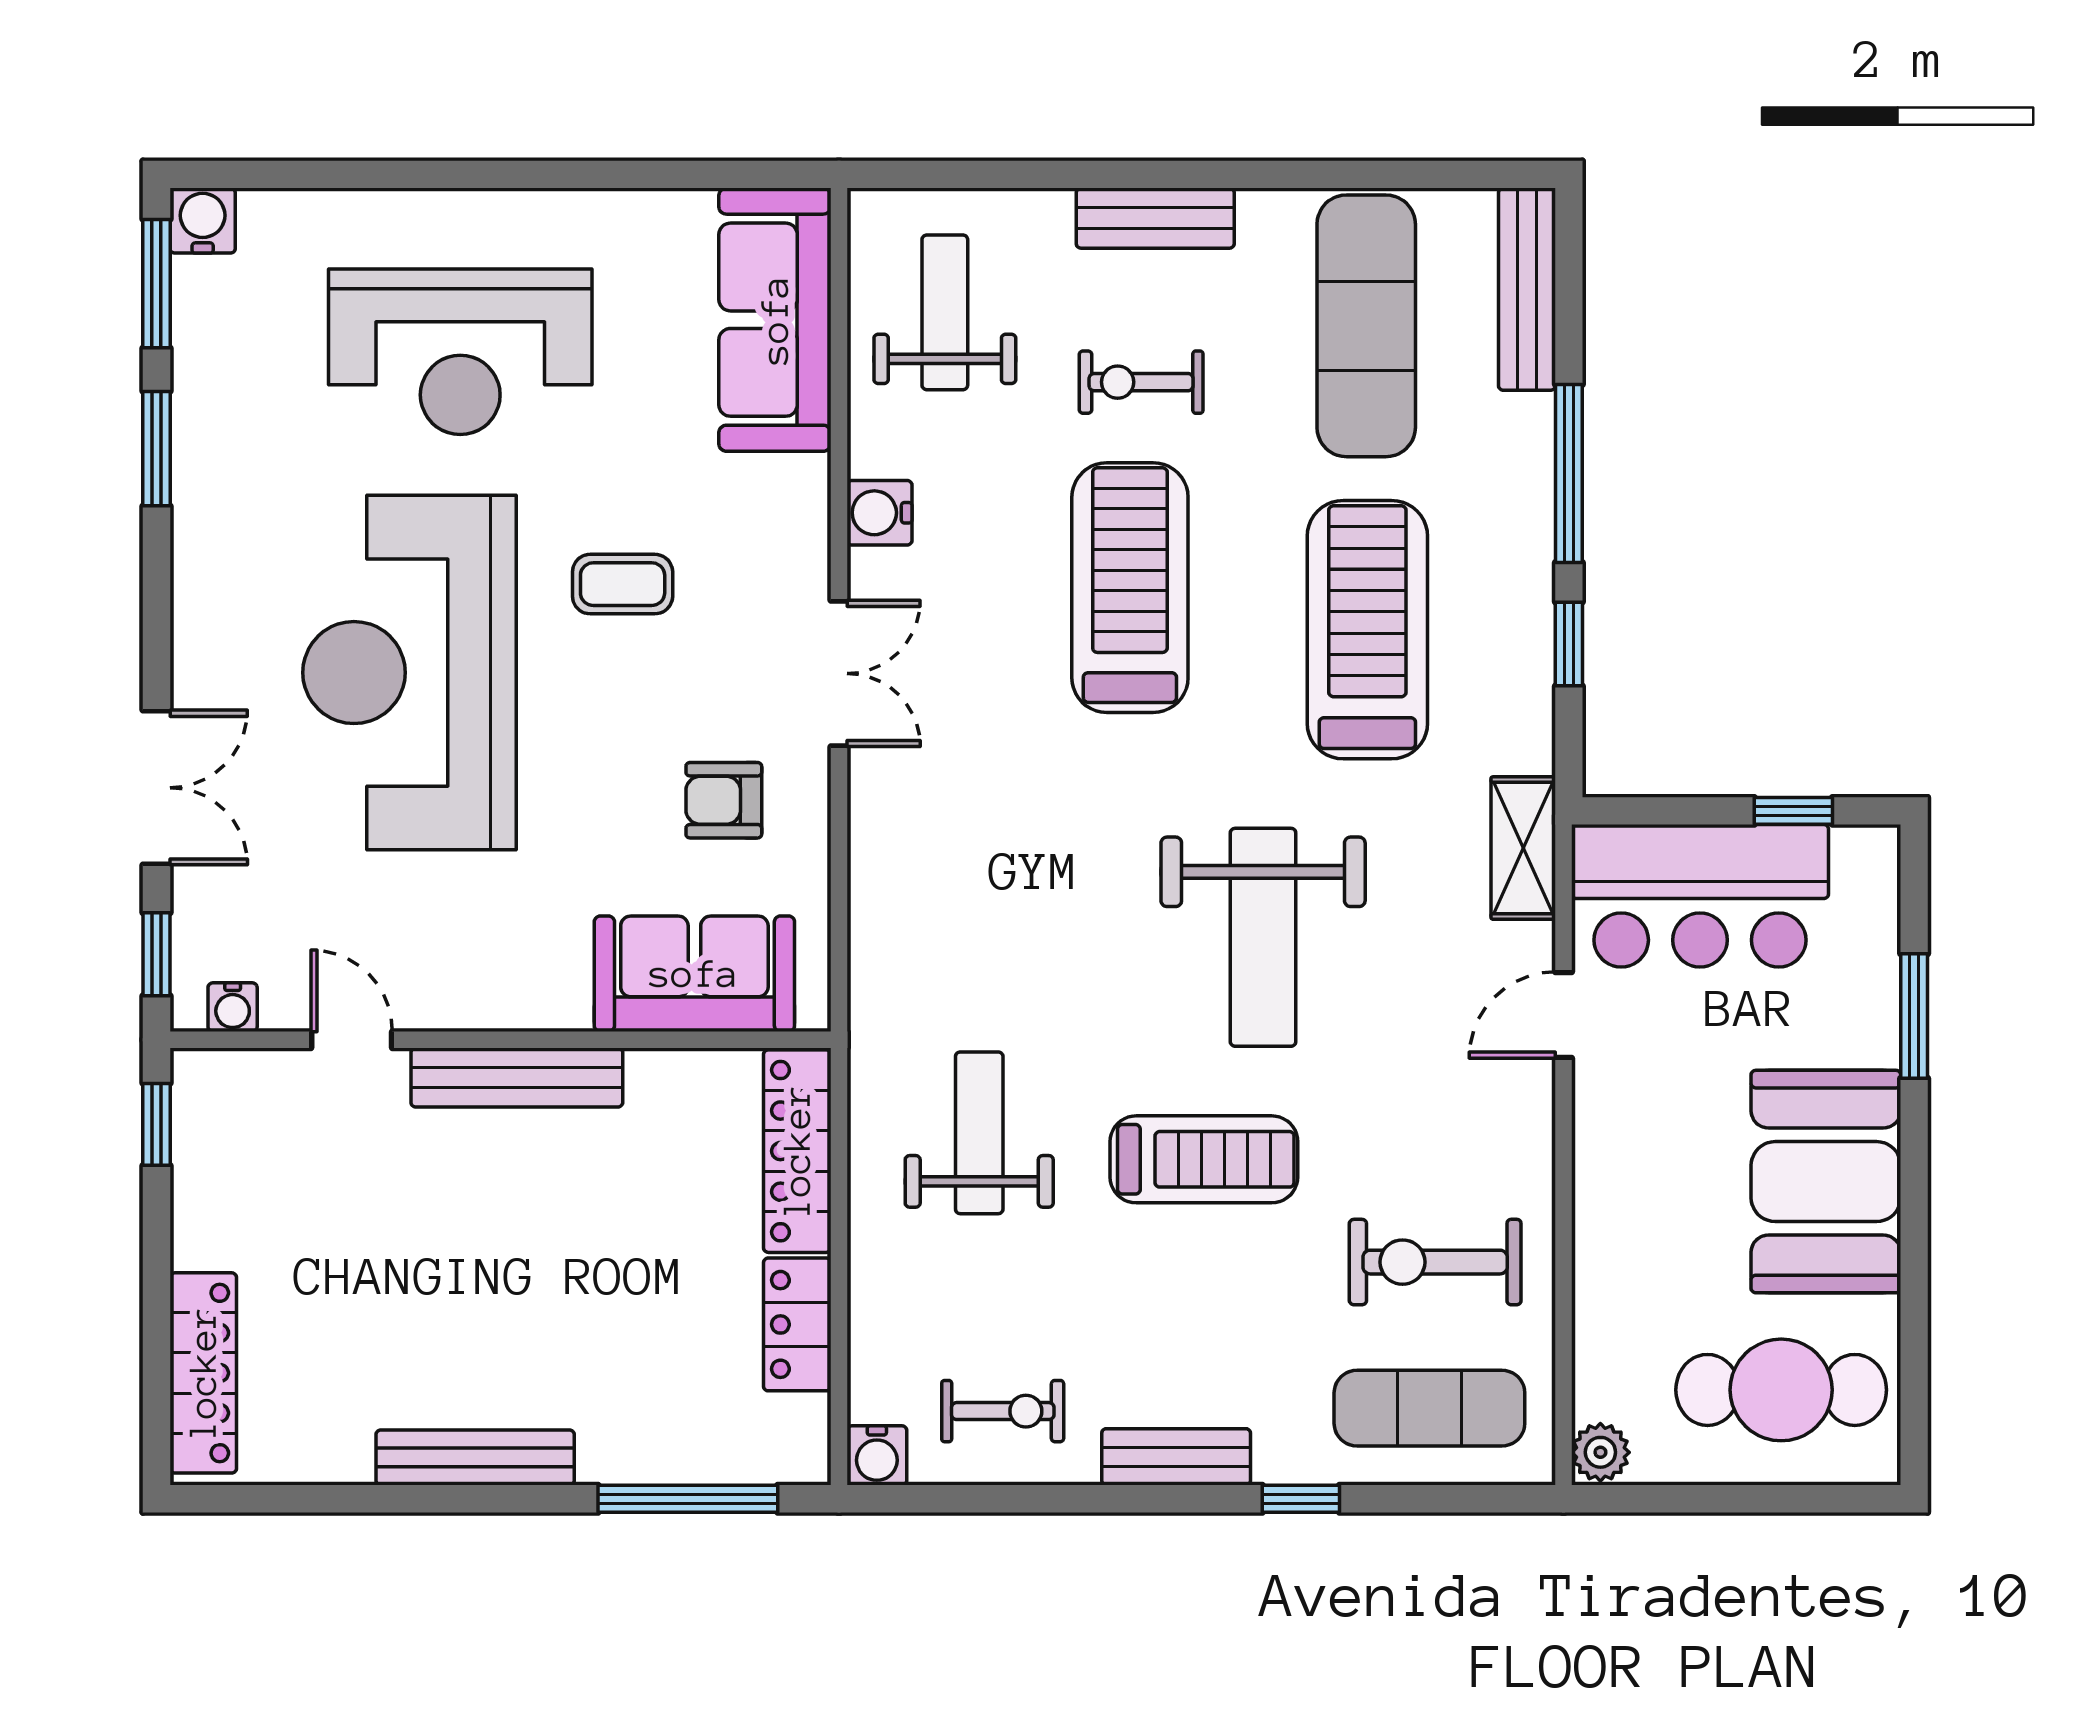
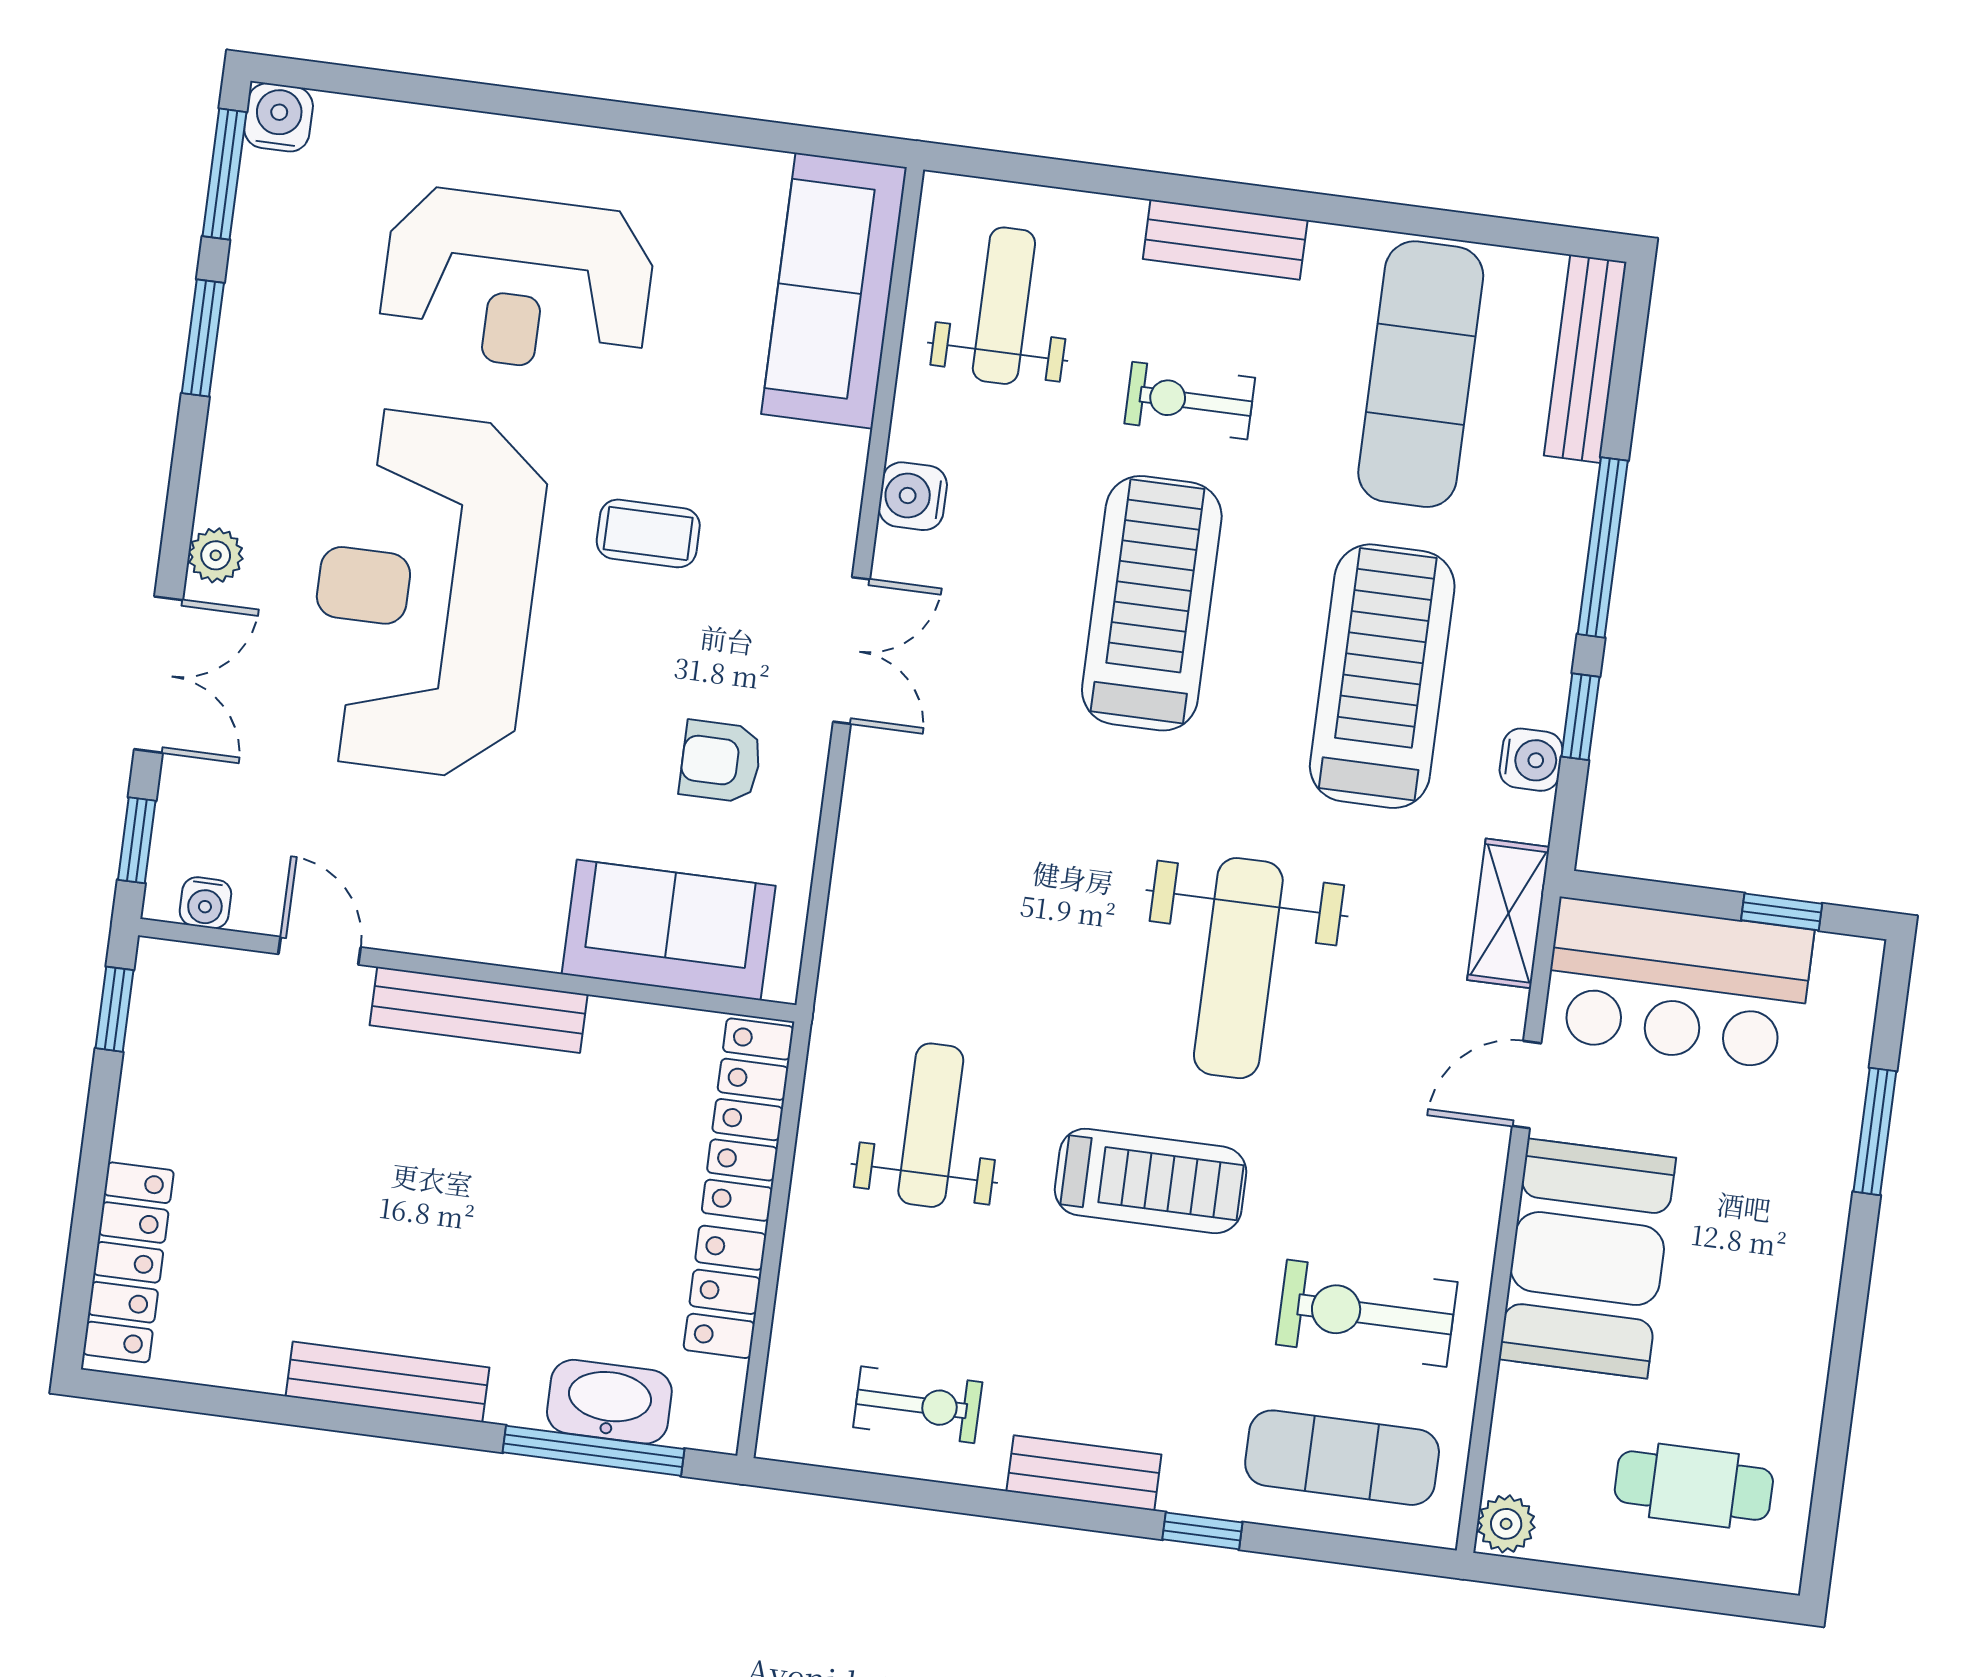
plant: (197, 662) -> (216, 555), added
booth: (1826, 1182) -> (1587, 1259), moved
cafe table: (1781, 1390) -> (1694, 1486), width x0.73, depth x0.74
washbasin: (697, 1448) -> (609, 1402), added
water cooler: (877, 1455) -> (1531, 760), moved, turned -90

